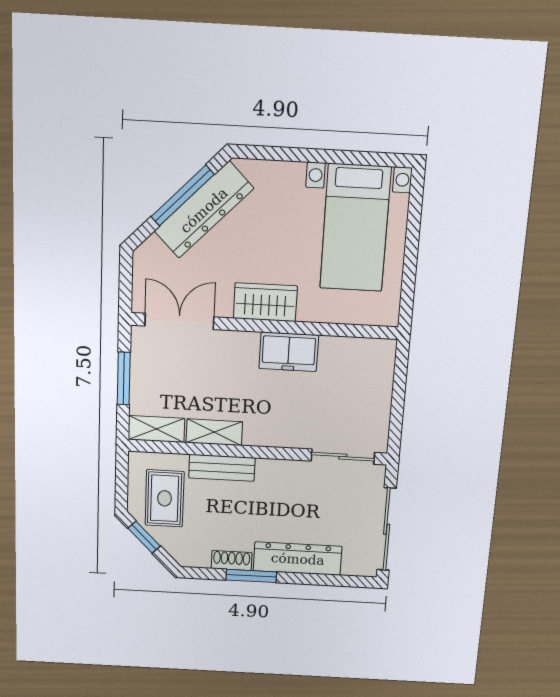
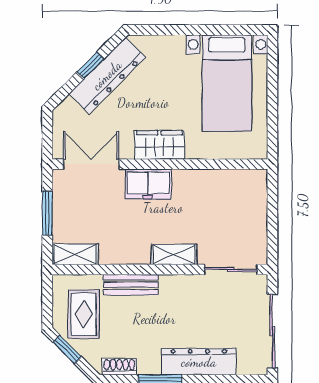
window: (183, 196) -> (90, 65), width x0.46
freezer: (289, 352) -> (148, 184), moved
shelving: (214, 432) -> (174, 254), moved
shoe rack: (232, 561) -> (119, 367), moved

